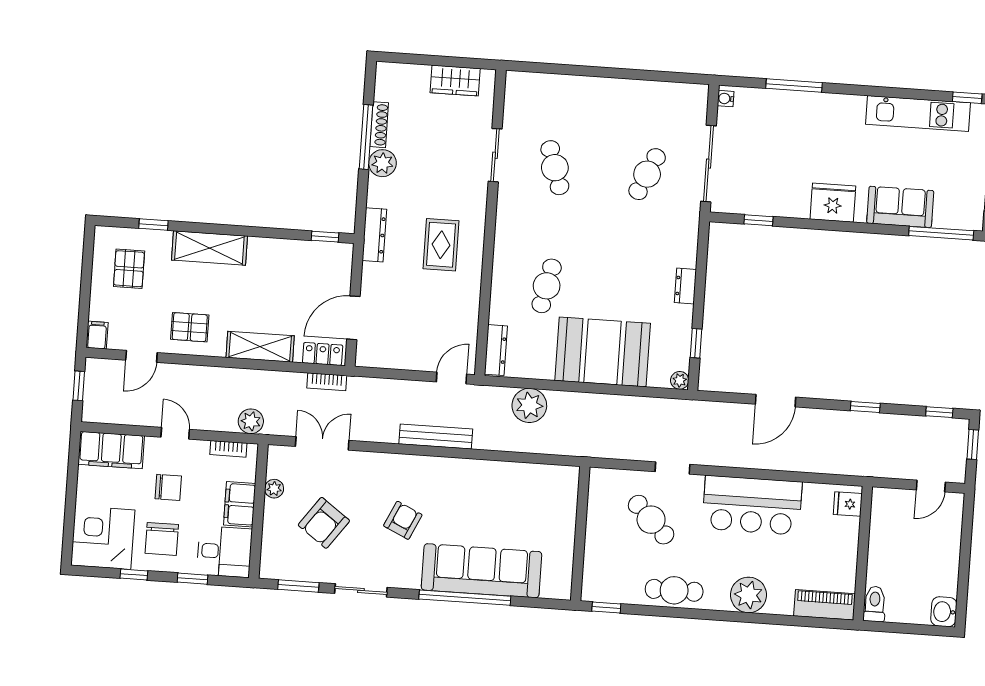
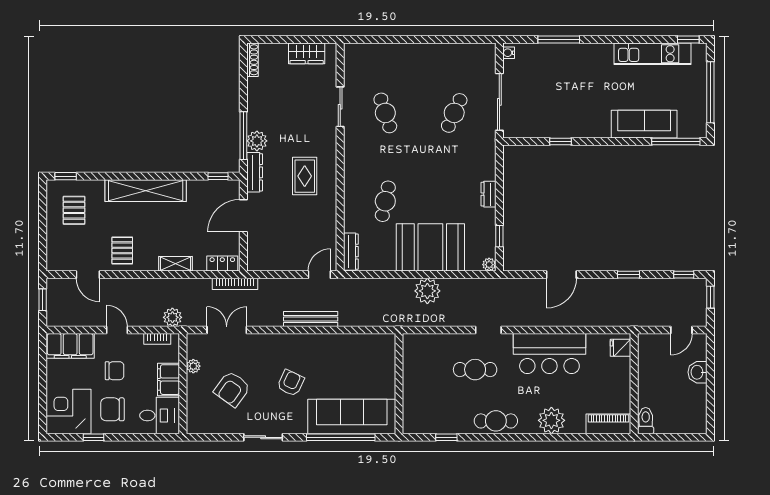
shoe rack: (379, 125) -> (253, 60), moved
window: (366, 137) -> (243, 136), moved
plant: (383, 163) -> (257, 141), moved
fridge: (833, 203) -> (594, 124), removed
sofa: (900, 207) -> (644, 124), width x1.36
window: (758, 220) -> (561, 142), moved
window: (153, 225) -> (66, 176), moved
shelving: (209, 248) -> (146, 191), width x1.47
door: (353, 318) -> (243, 216), moved
pallet: (190, 327) -> (122, 250), turned 90
filing cabinet: (97, 335) -> (54, 261), removed
shelving: (260, 347) -> (176, 264), width x0.67, depth x0.75
door: (141, 356) -> (88, 275), hinge flipped
bookcase: (327, 382) -> (235, 284), width x1.56
plant: (529, 405) -> (427, 291), moved
cafe table: (651, 520) -> (475, 370), turned -45
wall: (580, 534) -> (399, 384), moved
chair: (162, 539) -> (112, 409), turned 90
window: (193, 579) -> (137, 437), removed
window: (298, 586) -> (216, 437), removed
washbasin: (944, 612) -> (698, 372), moved

